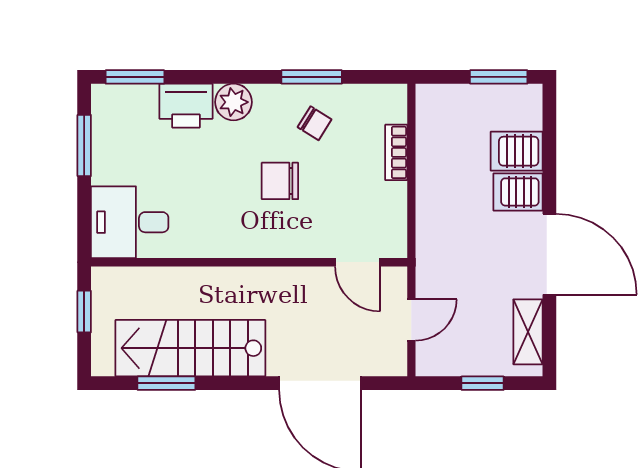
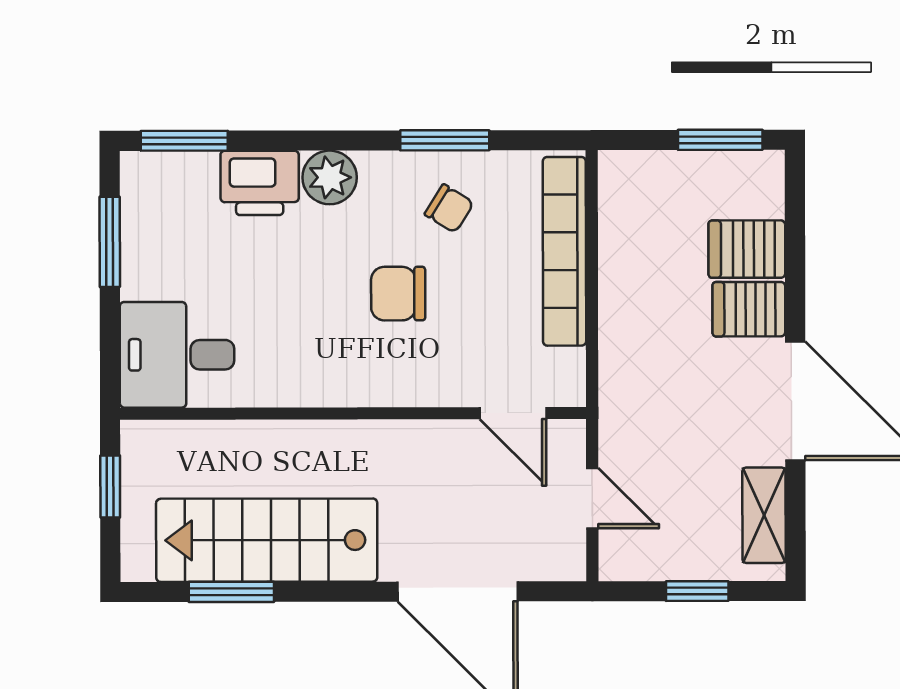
bookcase: (396, 152) -> (564, 251), width x2.31, depth x1.31
door: (411, 320) -> (592, 498), hinge flipped

